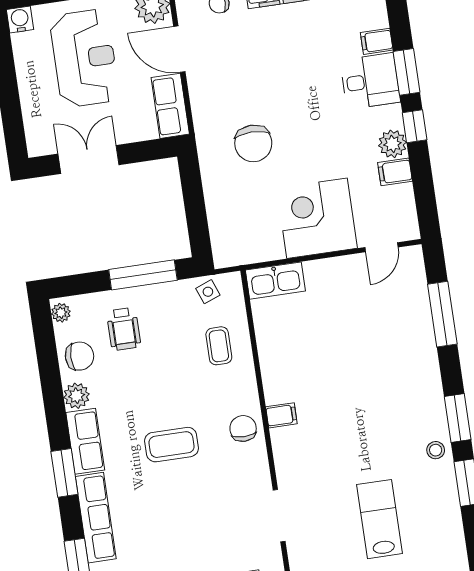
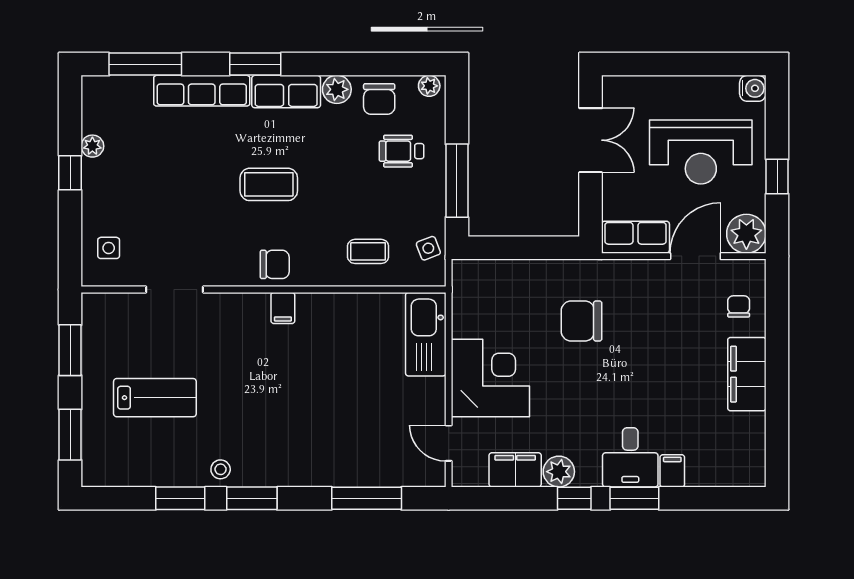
filing cabinet: (395, 172) -> (515, 470), width x2.00
kitchen sink: (275, 281) -> (426, 334), width x1.36, depth x1.24
coffee table: (172, 445) -> (269, 184), turned 90

